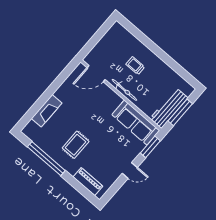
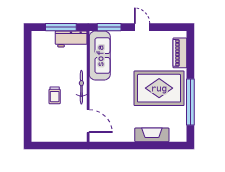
workbench: (169, 108) -> (71, 39), width x0.73
rug: (76, 145) -> (159, 88), width x1.86, depth x2.06

